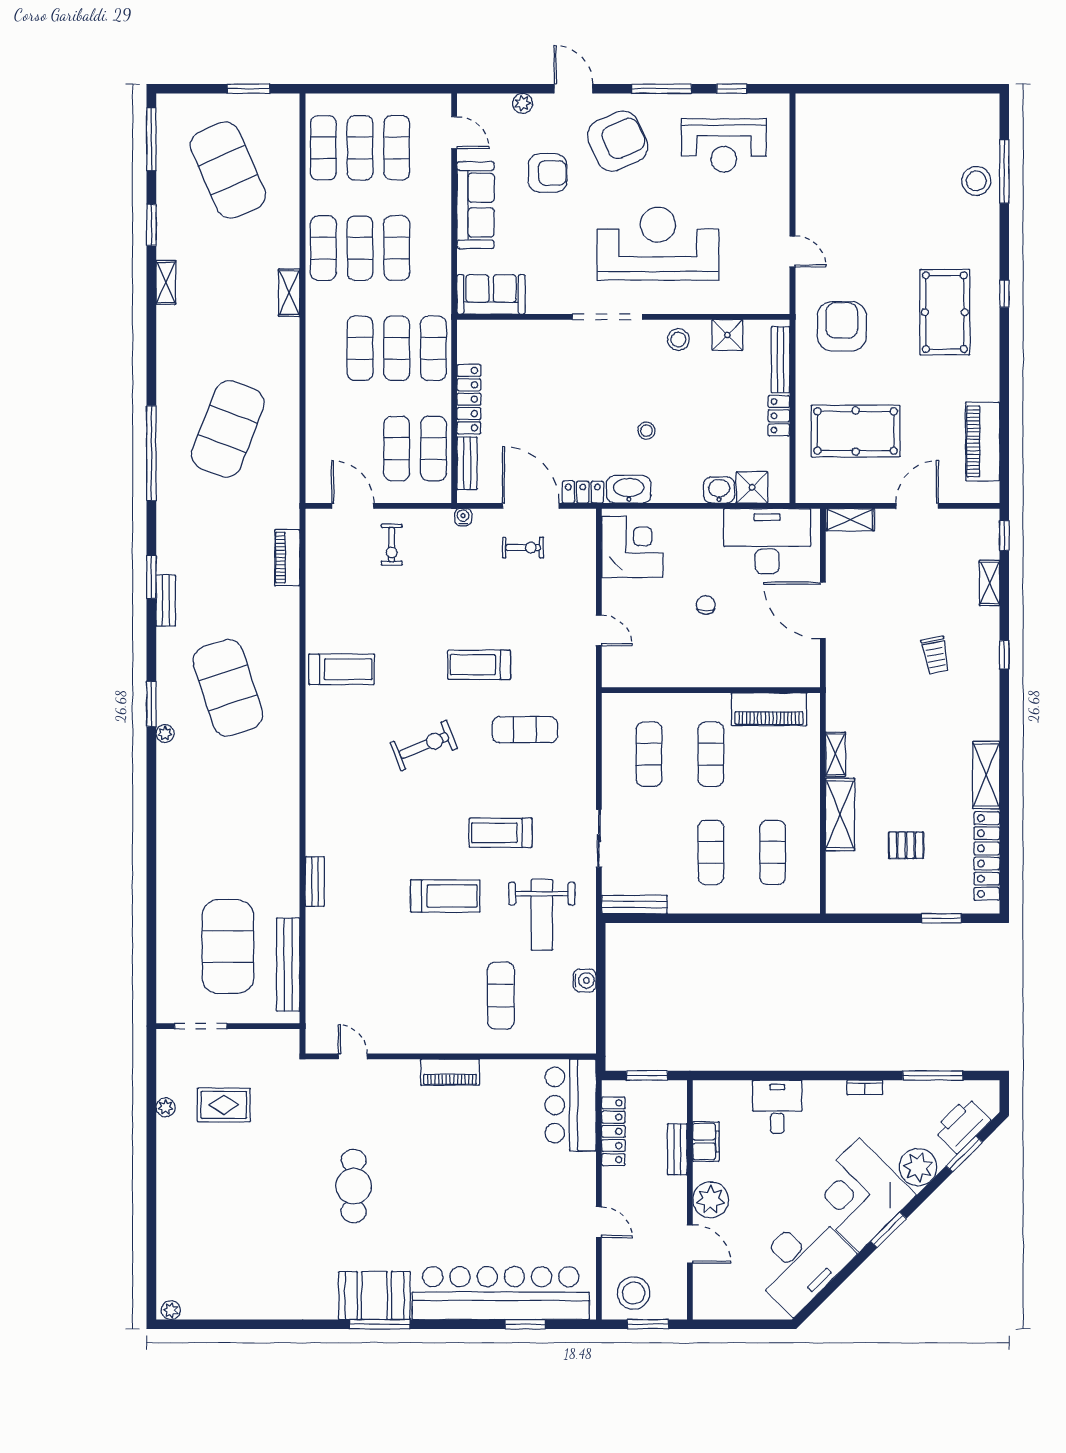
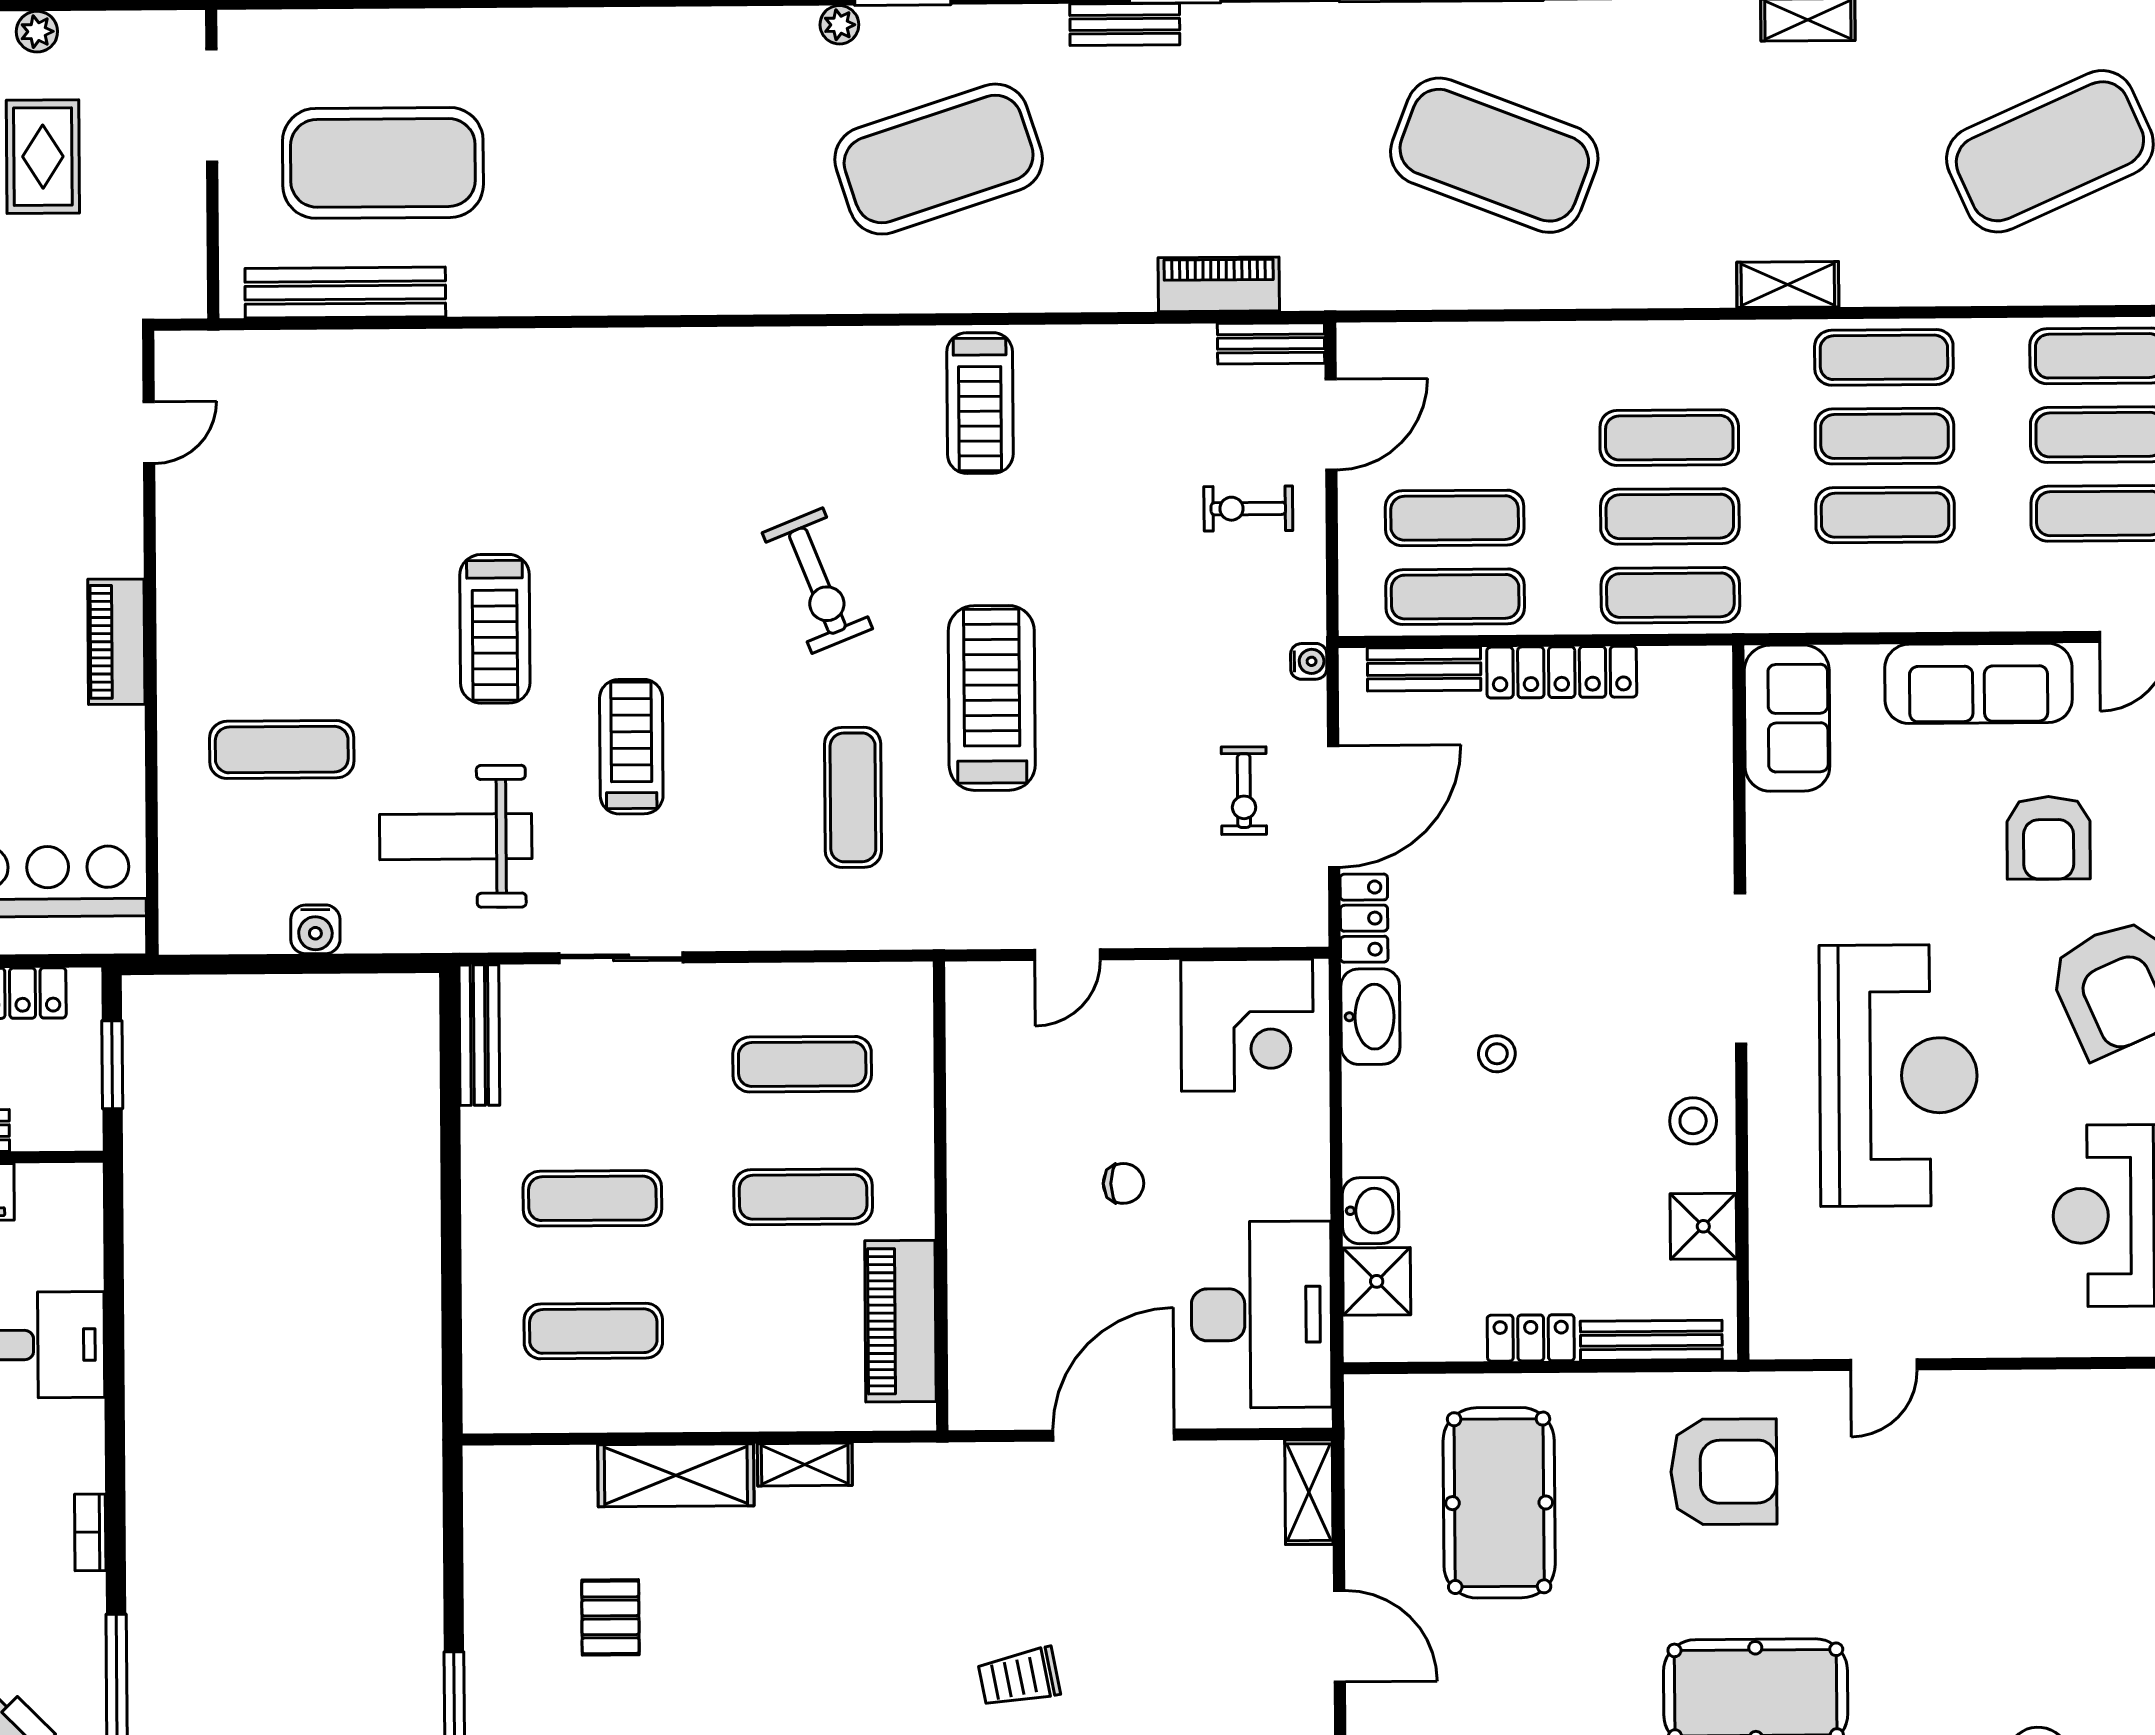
treadmill: (479, 665) -> (992, 698), width x1.37, depth x1.38
bench: (315, 881) -> (1271, 343), moved

